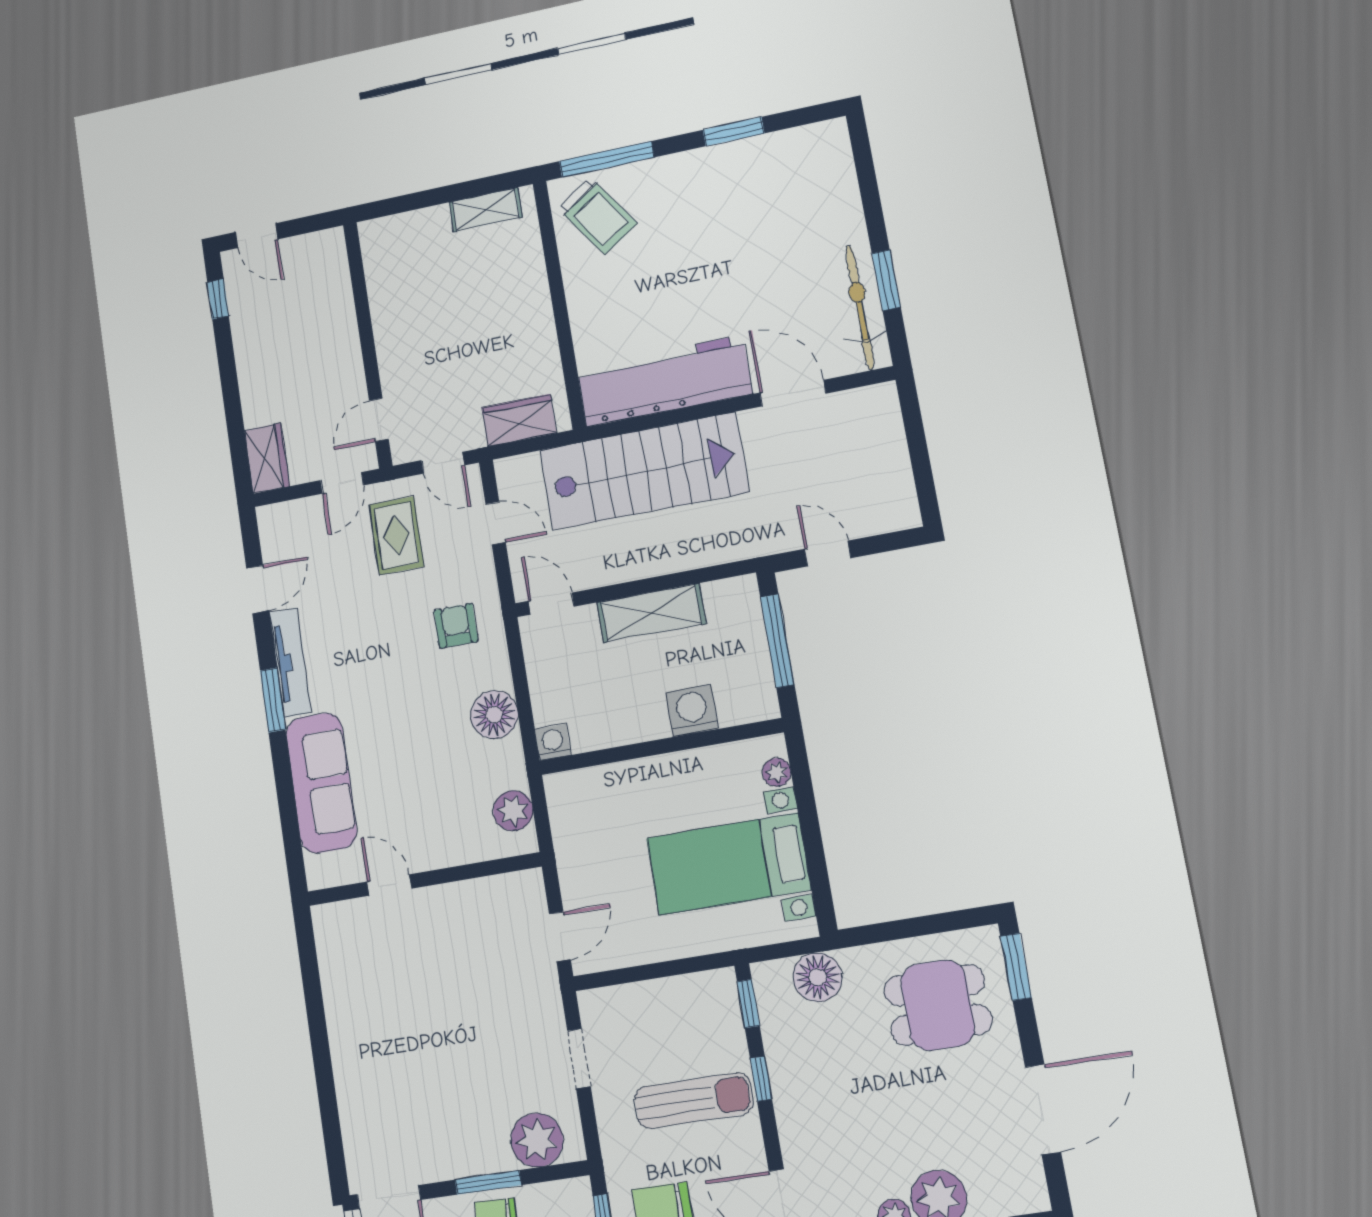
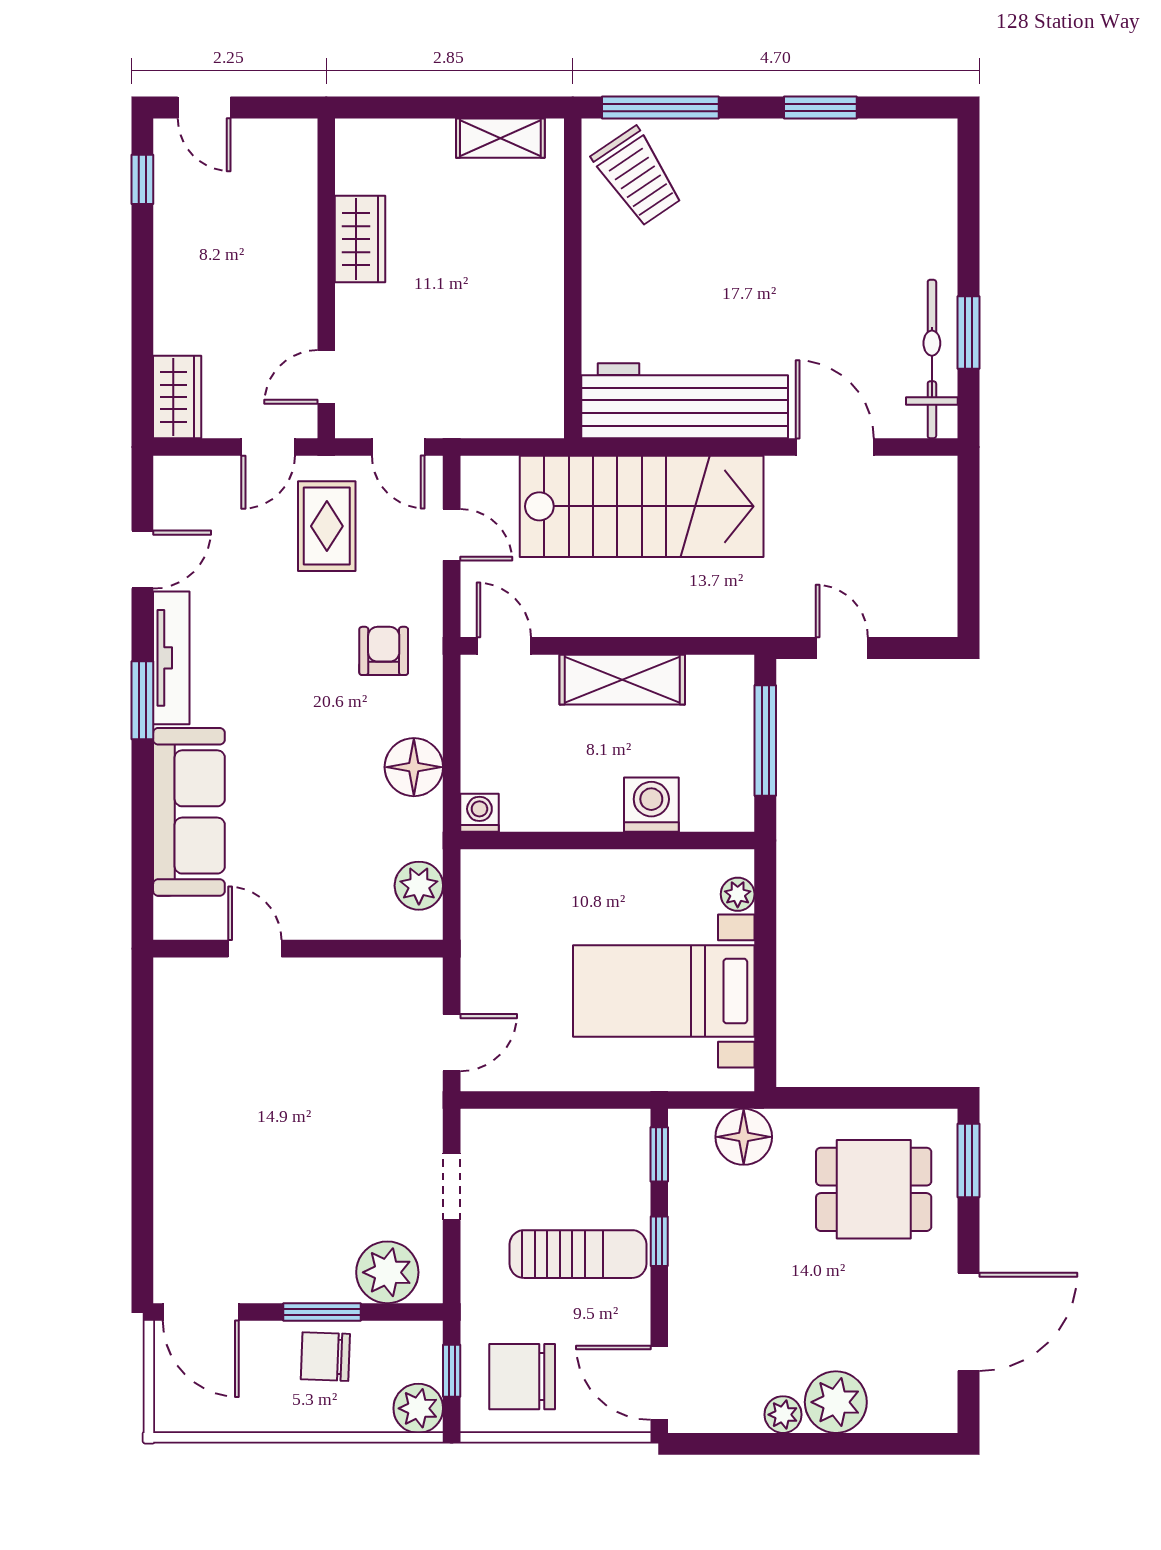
wardrobe: (519, 420) -> (360, 239), moved, turned 90

